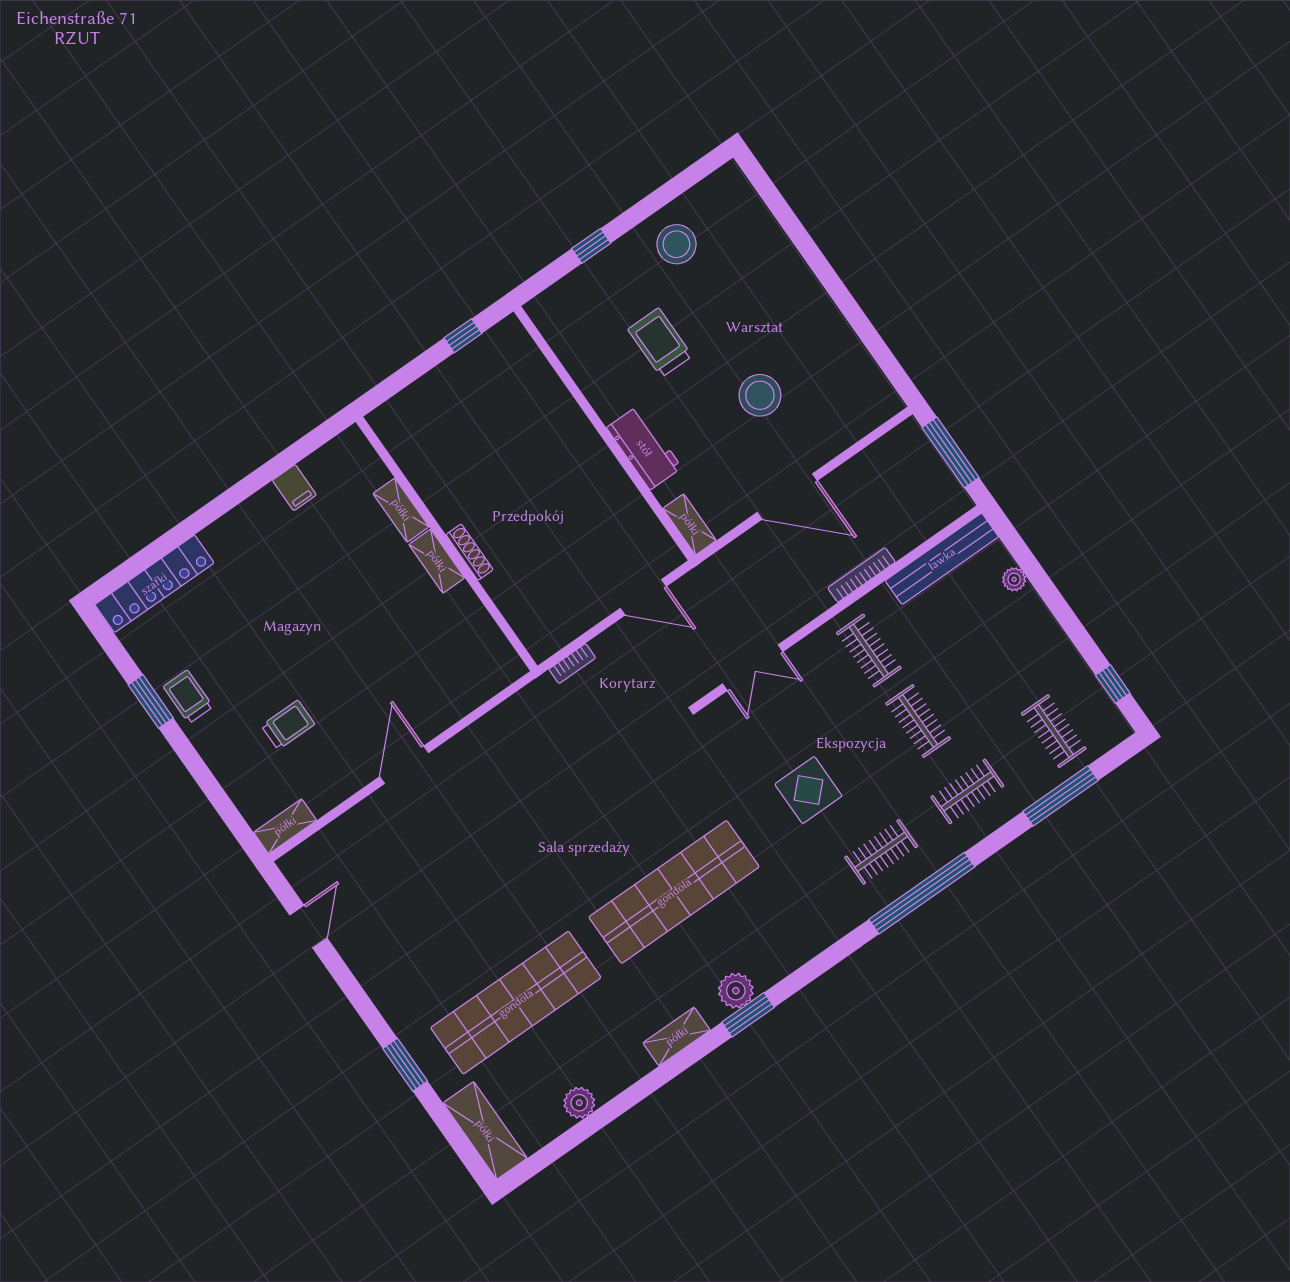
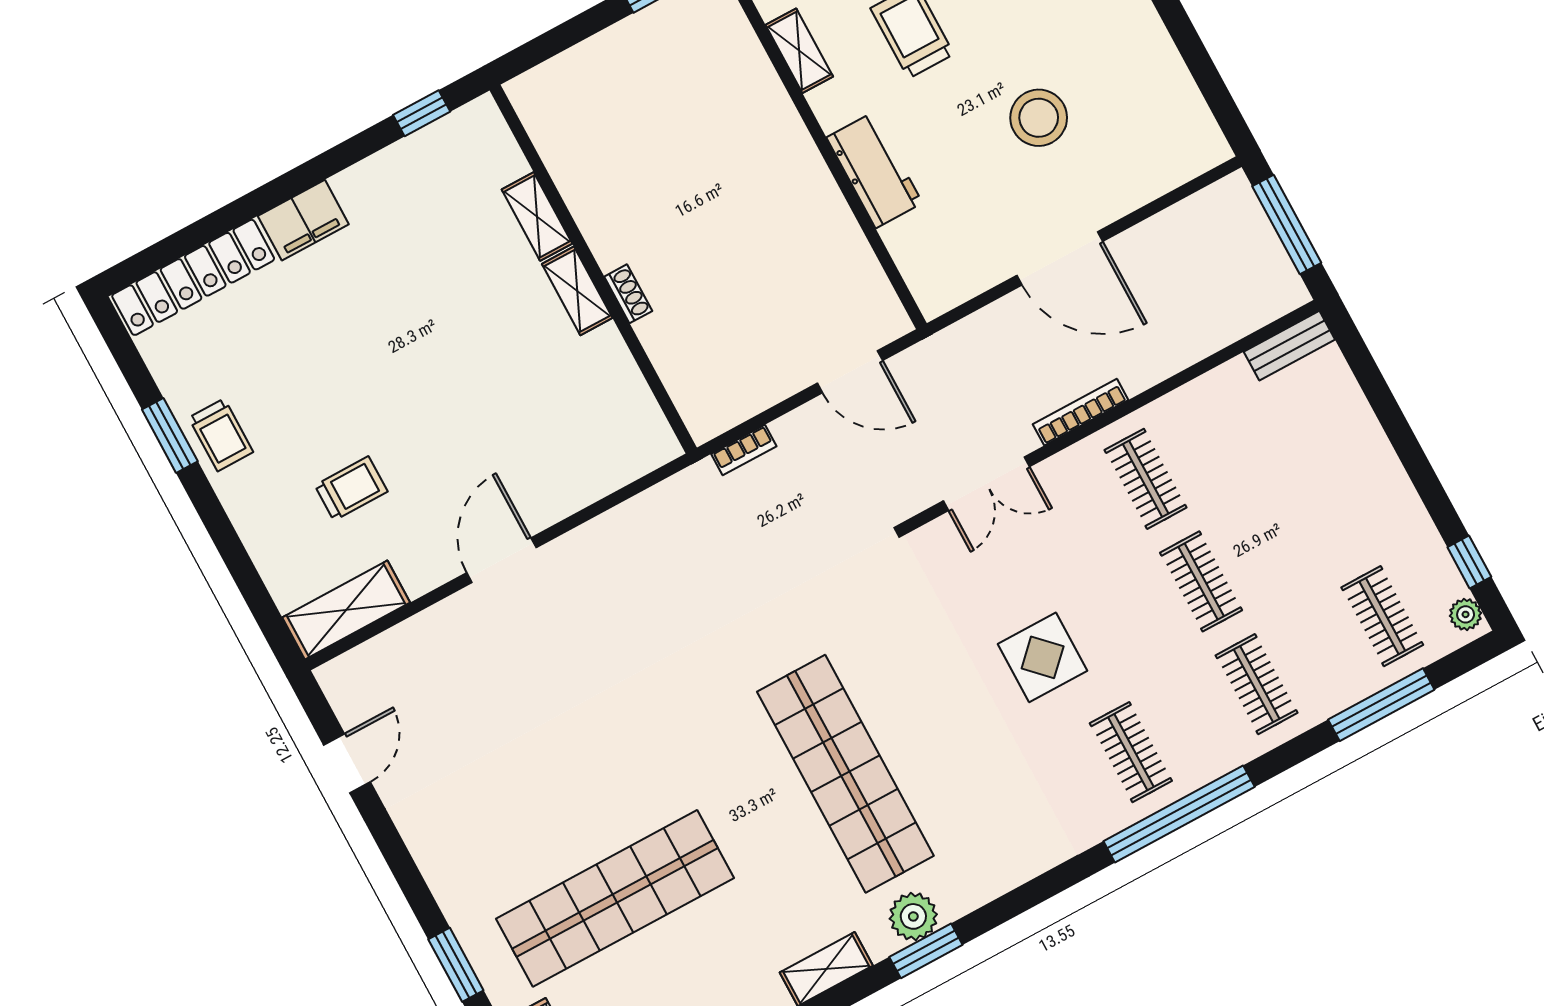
window: (308, 444) -> (422, 113), added
filing cabinet: (294, 488) -> (303, 220), moved, width x2.00
shelving: (690, 524) -> (799, 51), moved
shoe rack: (470, 552) -> (628, 294), width x0.70
bench: (942, 559) -> (1289, 346), width x0.54, depth x0.82
bookcase: (861, 575) -> (1081, 412), moved
plant: (1014, 579) -> (1466, 614), moved
trolley: (188, 697) -> (221, 435), turned 180
clothes rail: (967, 791) -> (1257, 684), turned 90
shelving: (285, 826) -> (346, 610), width x1.50, depth x1.33
clothes rail: (881, 852) -> (1131, 752), turned 90
shop shelf: (674, 892) -> (845, 774), turned 90

